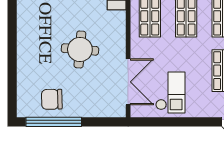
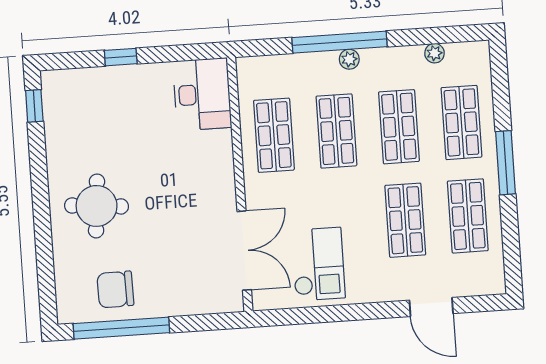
round table: (80, 49) -> (97, 206), moved

